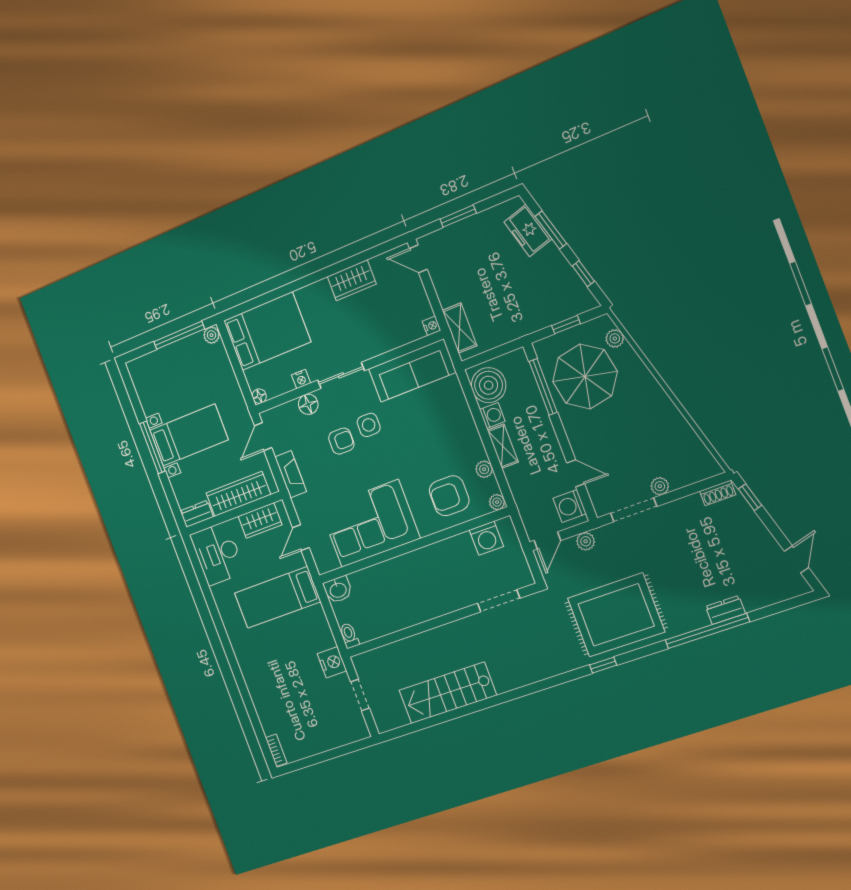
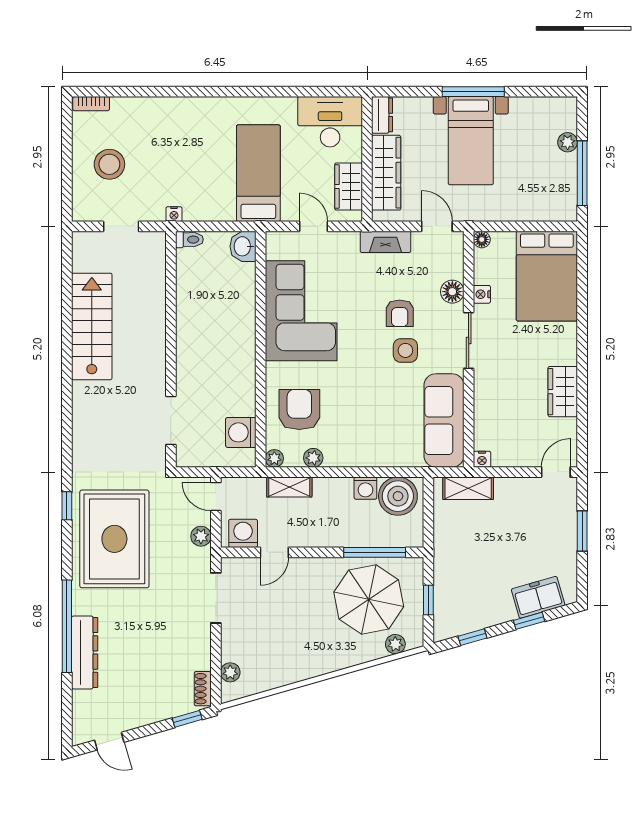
window: (551, 230) -> (529, 621), width x0.67
plant: (211, 335) -> (568, 142), moved
shelving: (503, 446) -> (289, 487), moved
plant: (660, 486) -> (230, 672), moved
dresser: (725, 610) -> (85, 652), width x1.96, depth x1.24
nightstand: (332, 662) -> (174, 214), width x0.53, depth x0.56
stool: (316, 720) -> (109, 164), added

